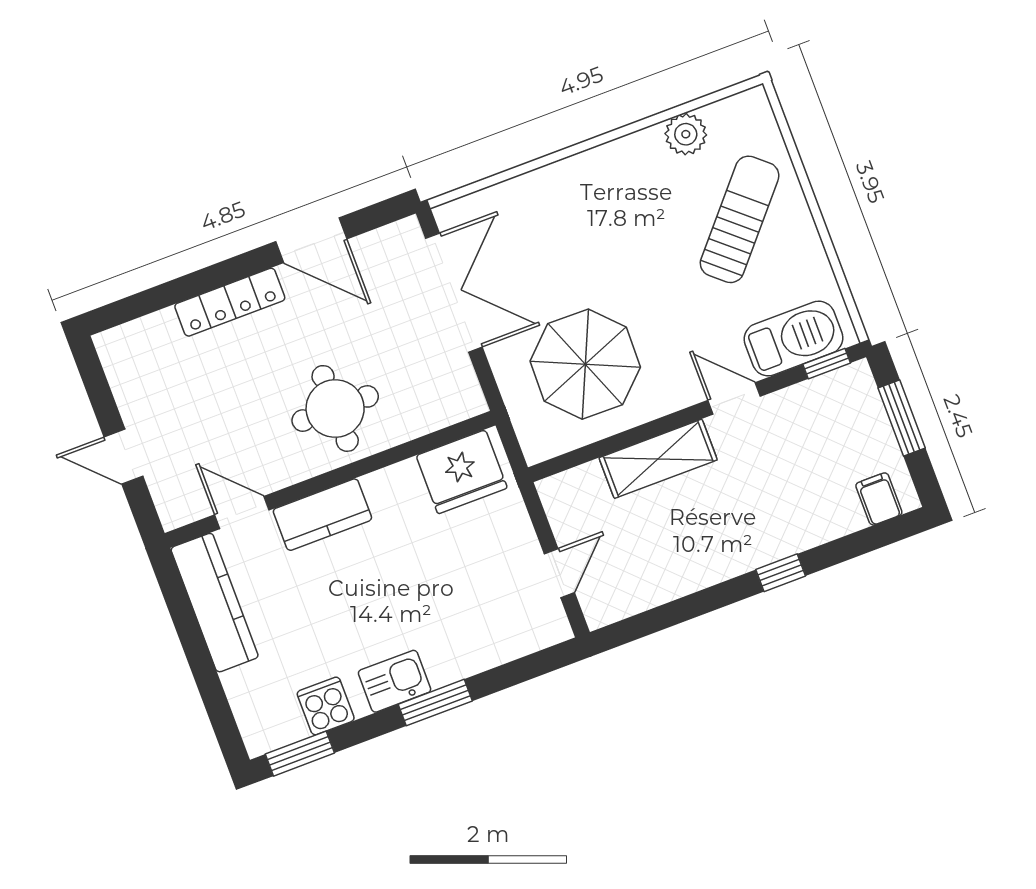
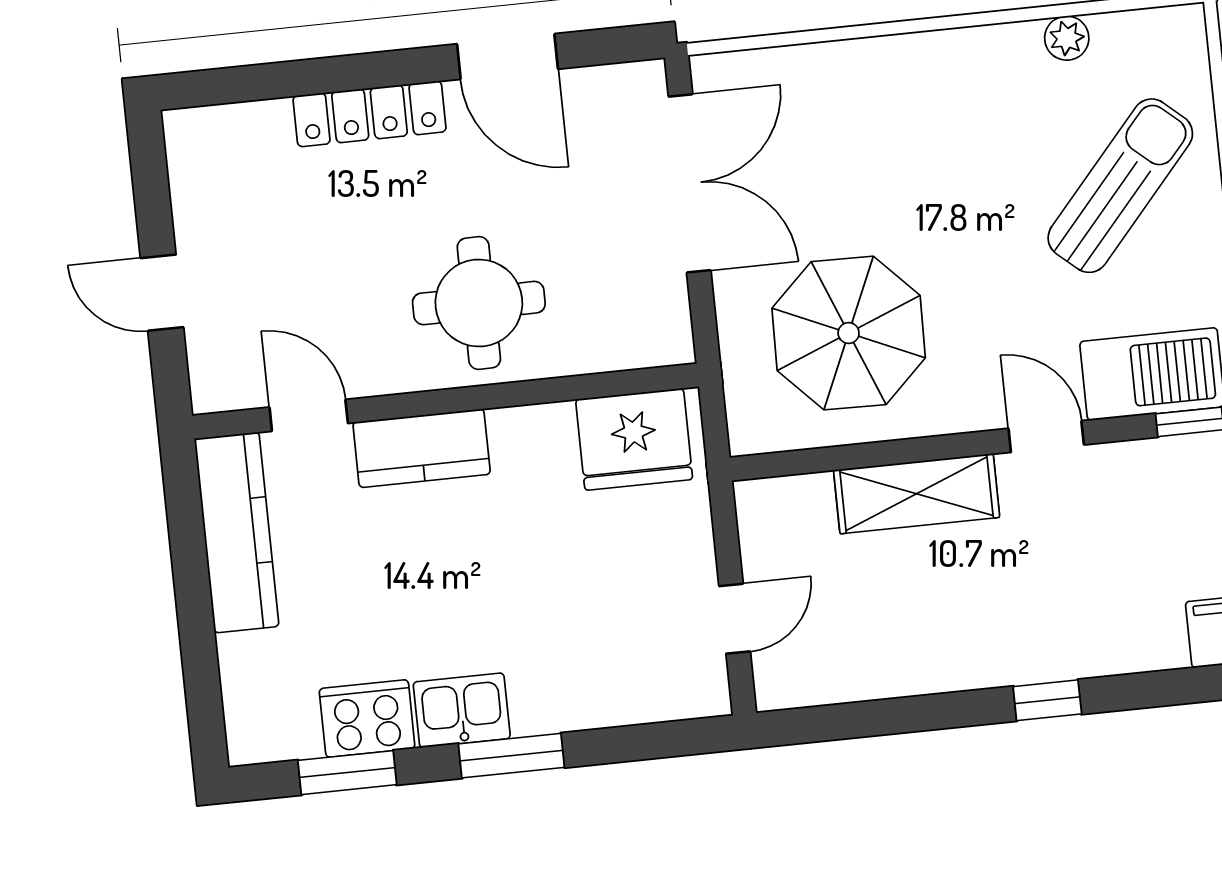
plant: (686, 134) -> (1067, 38), width x0.73, depth x0.73
cooker: (326, 706) -> (367, 718), width x1.36
window: (300, 754) -> (347, 773), moved

